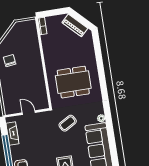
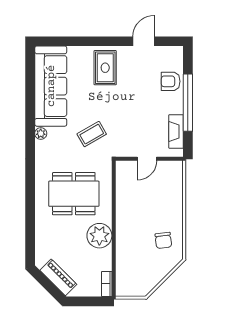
plant: (52, 57) -> (99, 236), added
door: (29, 113) -> (147, 159), hinge flipped

